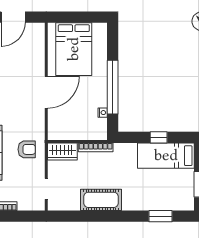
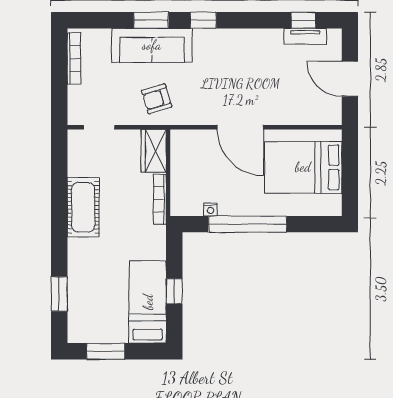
armchair: (27, 149) -> (157, 99), turned 73

